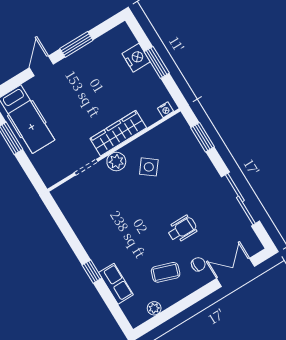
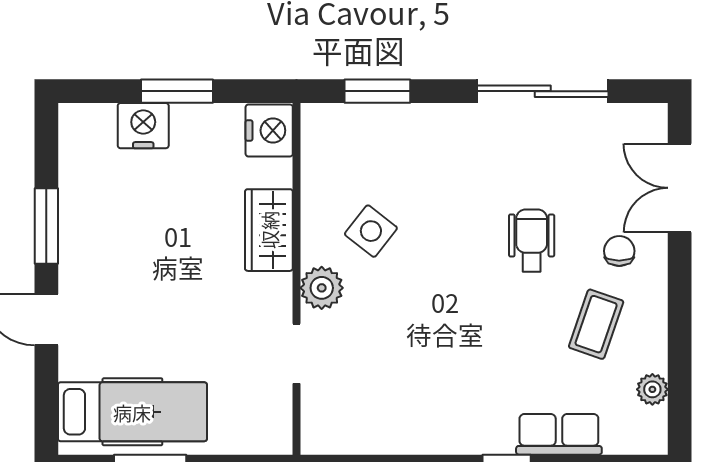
nightstand: (165, 110) -> (269, 130), width x1.89, depth x1.79
wardrobe: (118, 133) -> (269, 230), width x0.67

